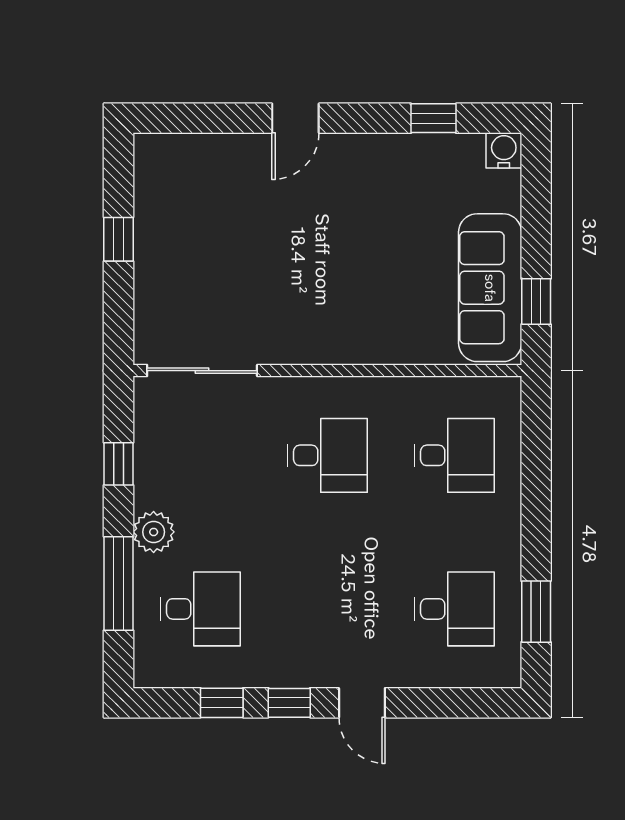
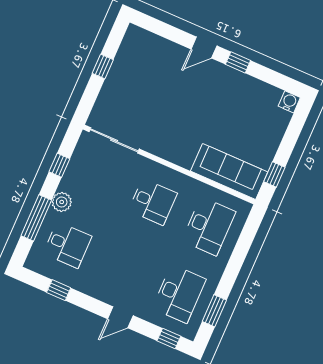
window: (434, 118) -> (238, 62), moved
sofa: (490, 288) -> (229, 171), moved, turned 90
desk: (454, 455) -> (209, 226), width x1.37
desk: (454, 609) -> (179, 294), width x1.37
window: (289, 703) -> (169, 339), moved
door: (362, 703) -> (120, 317), hinge flipped

